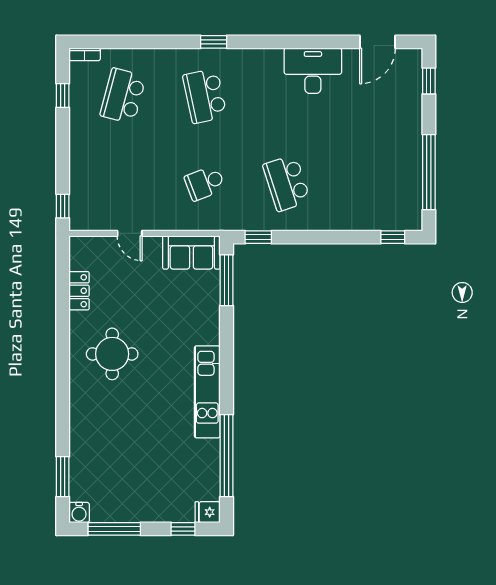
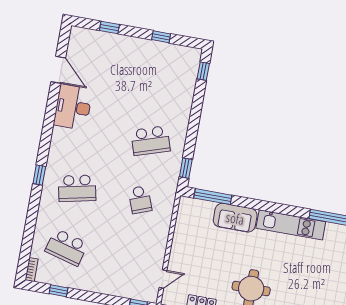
door: (377, 42) -> (58, 70), moved
window: (429, 81) -> (109, 27), moved
window: (429, 172) -> (161, 37), width x0.32
door: (130, 233) -> (163, 279), moved
sofa: (191, 252) -> (235, 218), moved, turned 90

